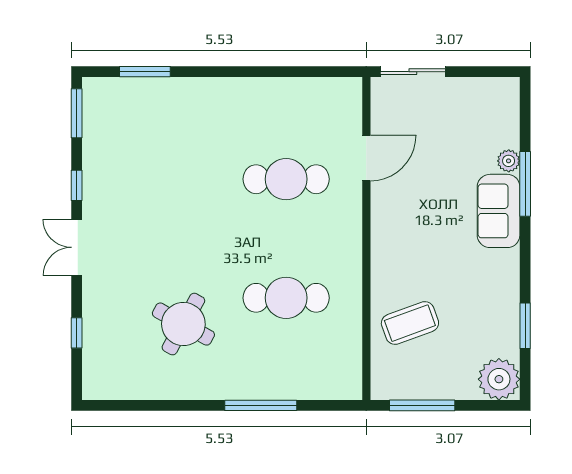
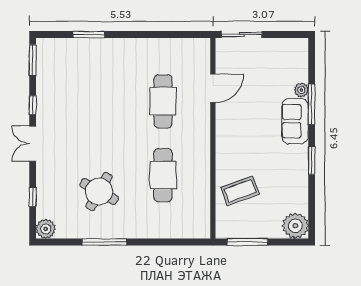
window: (145, 72) -> (89, 34), moved
cafe table: (286, 179) -> (163, 101), turned 90
cafe table: (286, 298) -> (163, 175), turned 90
window: (525, 326) -> (312, 160), moved
plant: (98, 384) -> (46, 229), added
window: (261, 405) -> (104, 242), moved

